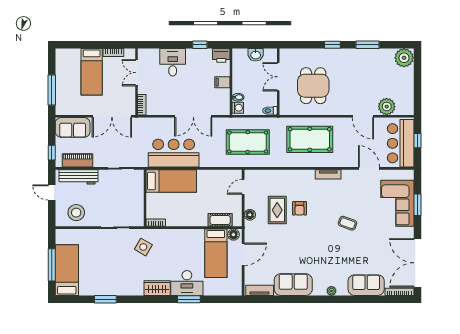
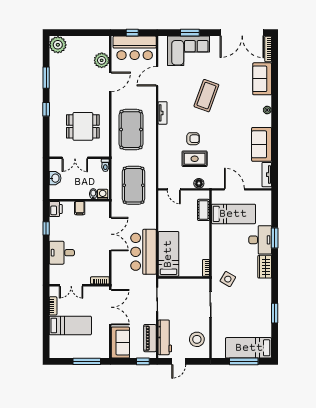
coffee table: (347, 223) -> (206, 96), width x1.86, depth x1.72
floor lamp: (233, 235) -> (217, 198), removed

